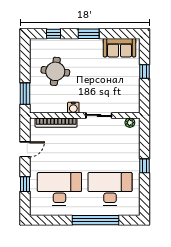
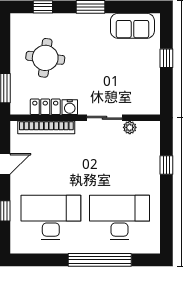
locker: (55, 107) -> (45, 107), added
plant: (130, 123) -> (130, 127), moved
window: (145, 166) -> (166, 165), moved

